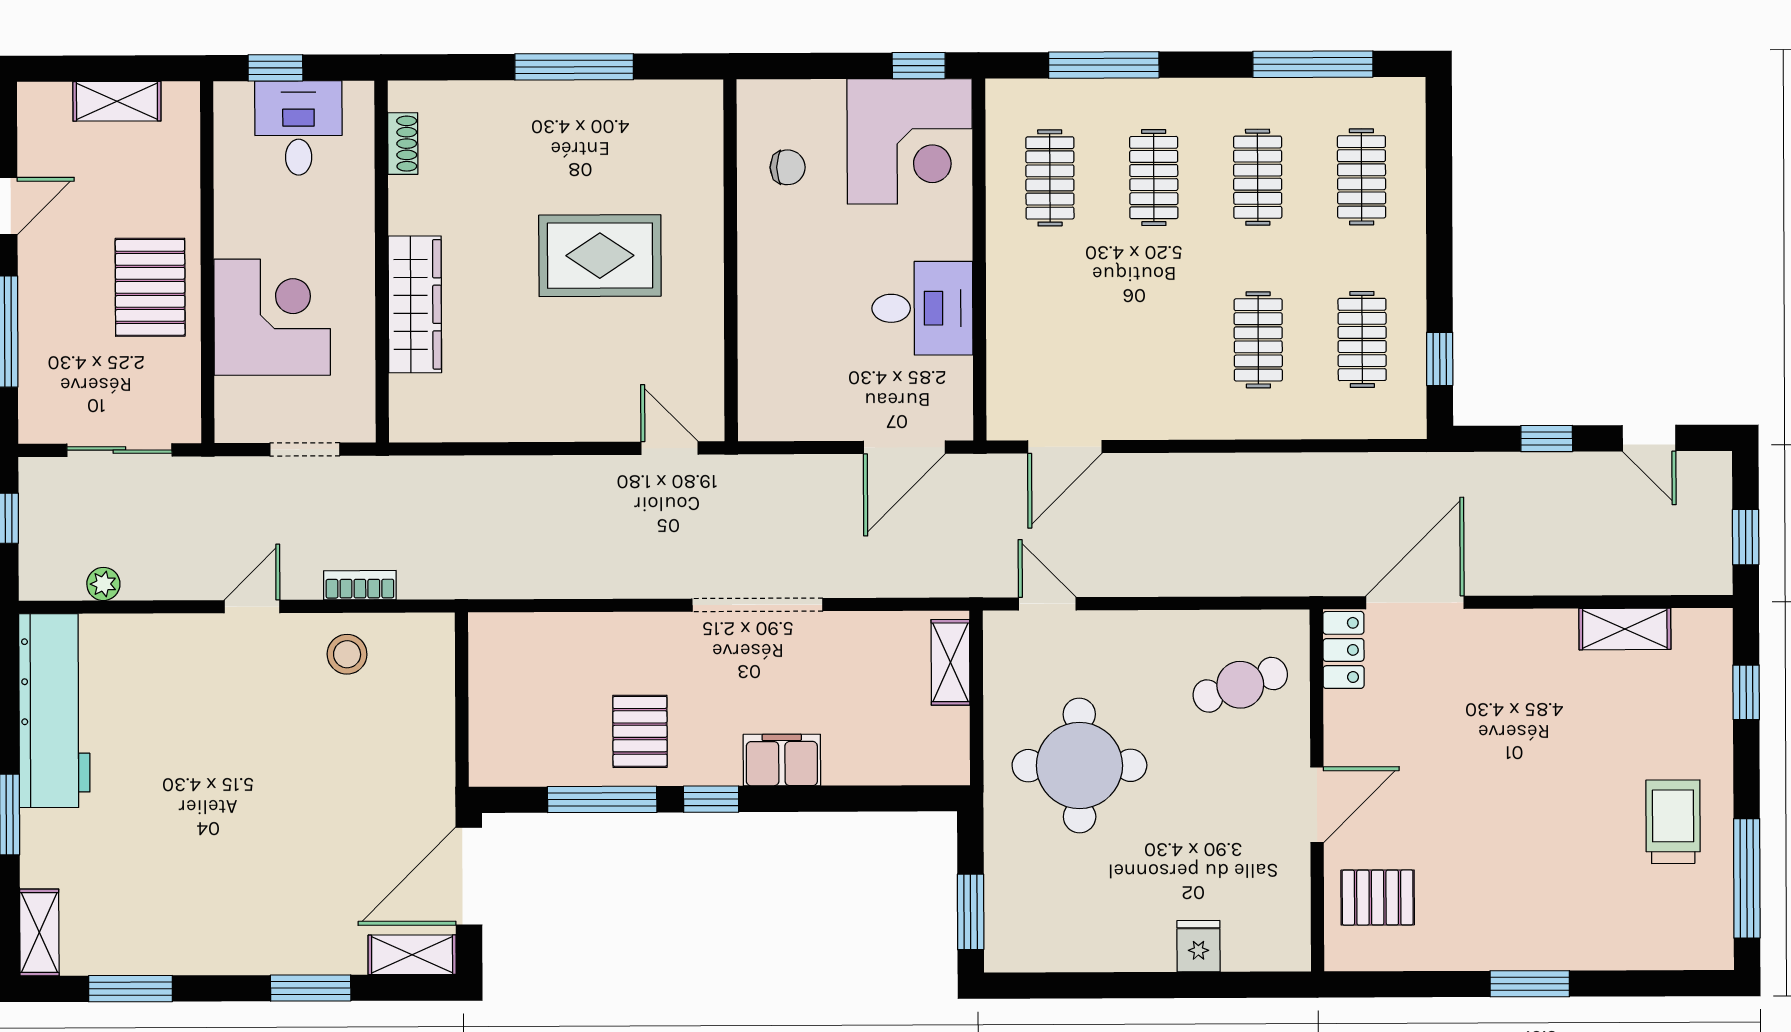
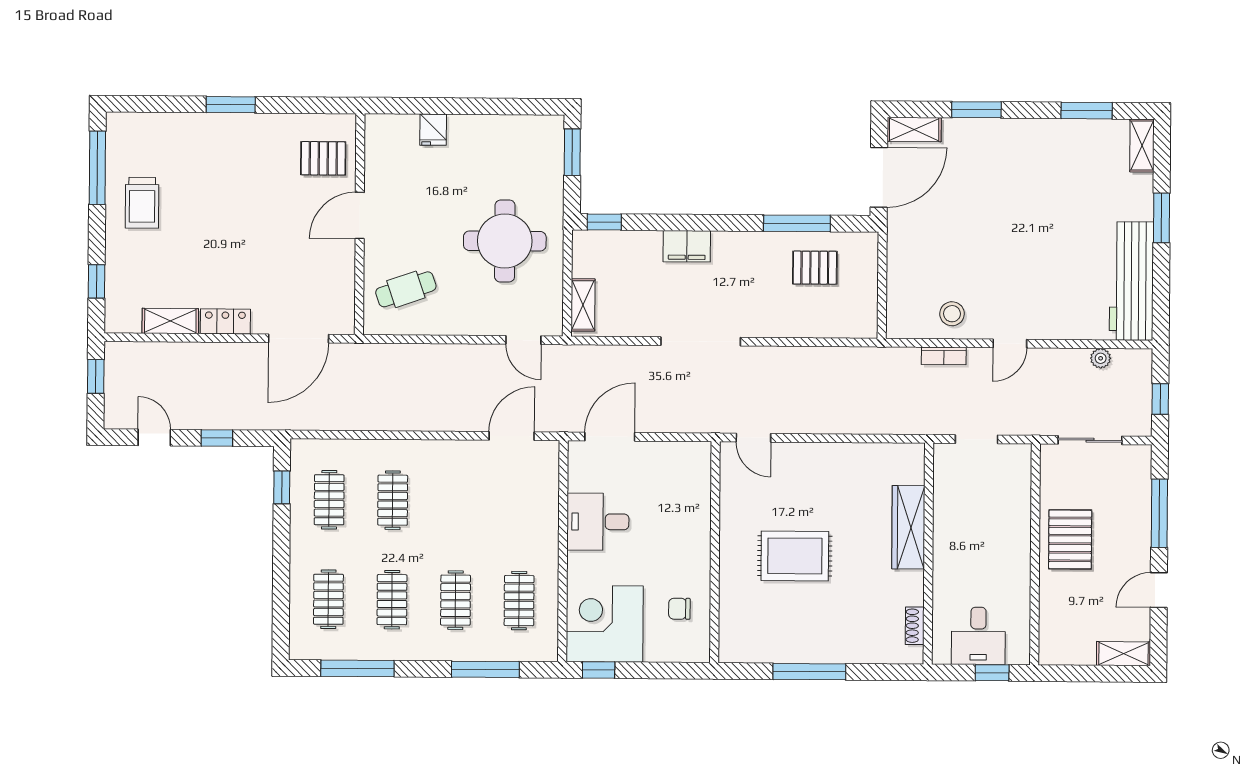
shelving: (117, 101) -> (1124, 654), moved
corner desk: (272, 317) -> (996, 520), removed
locker: (1343, 650) -> (225, 321), moved, turned 90
pallet: (640, 731) -> (815, 268), moved, turned 90
window: (711, 799) -> (604, 222), moved

